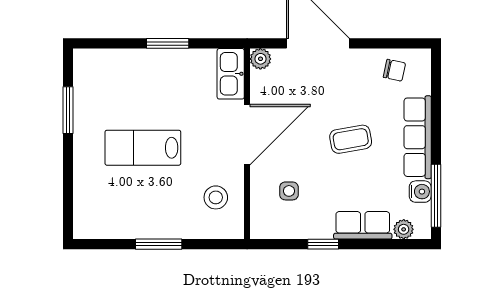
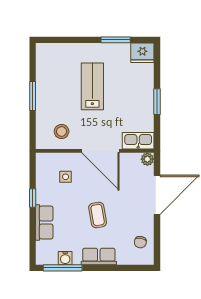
fridge: (89, 67) -> (142, 53), added
row of seats: (418, 137) -> (99, 256), width x0.68
plant: (404, 229) -> (42, 248), removed

